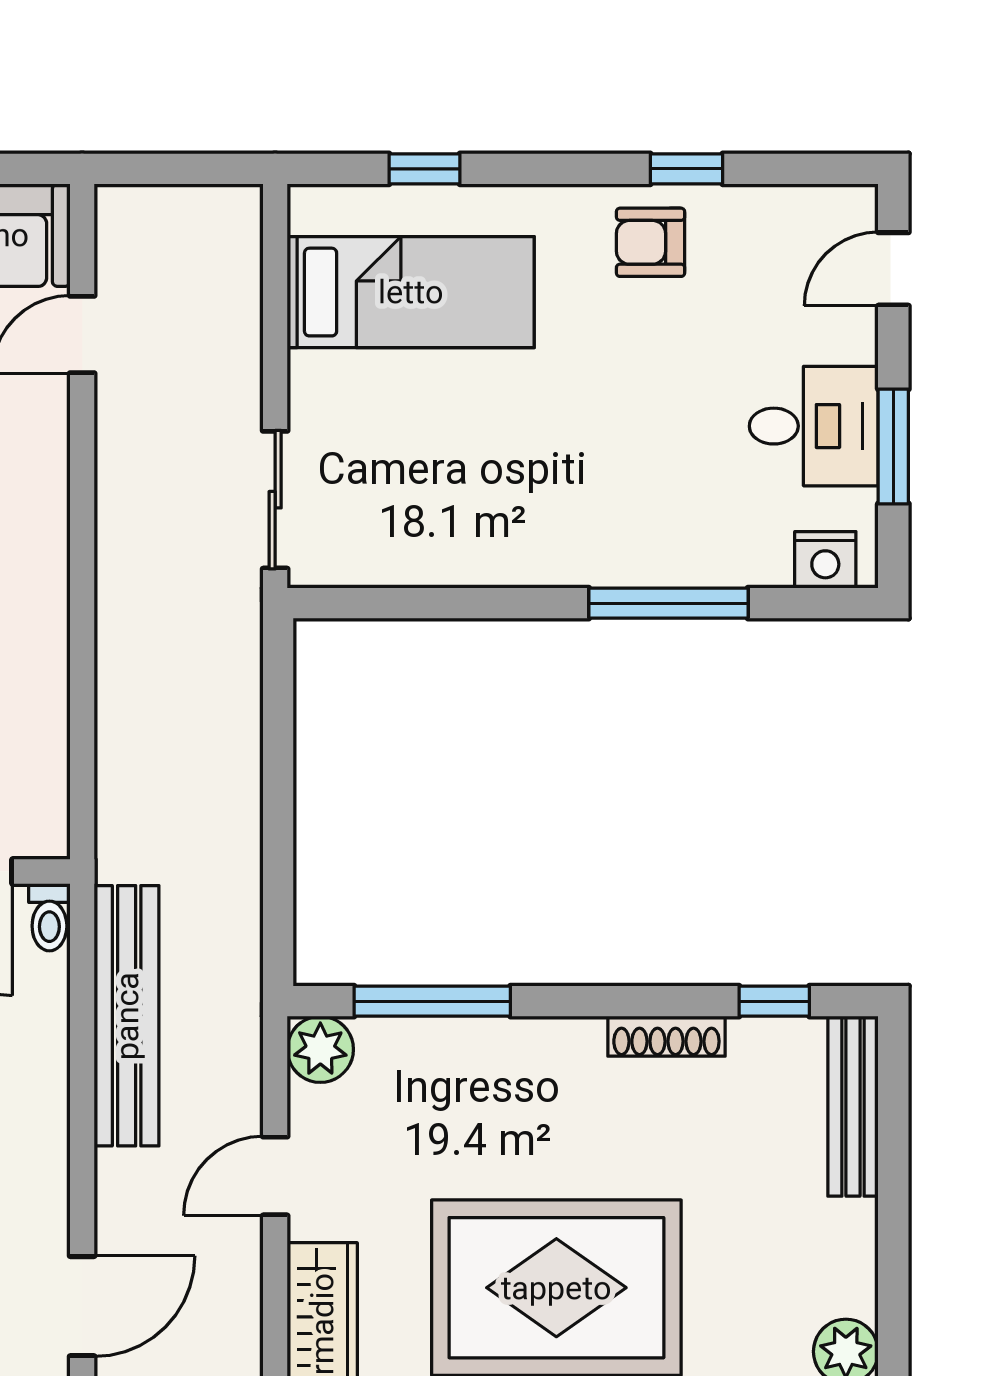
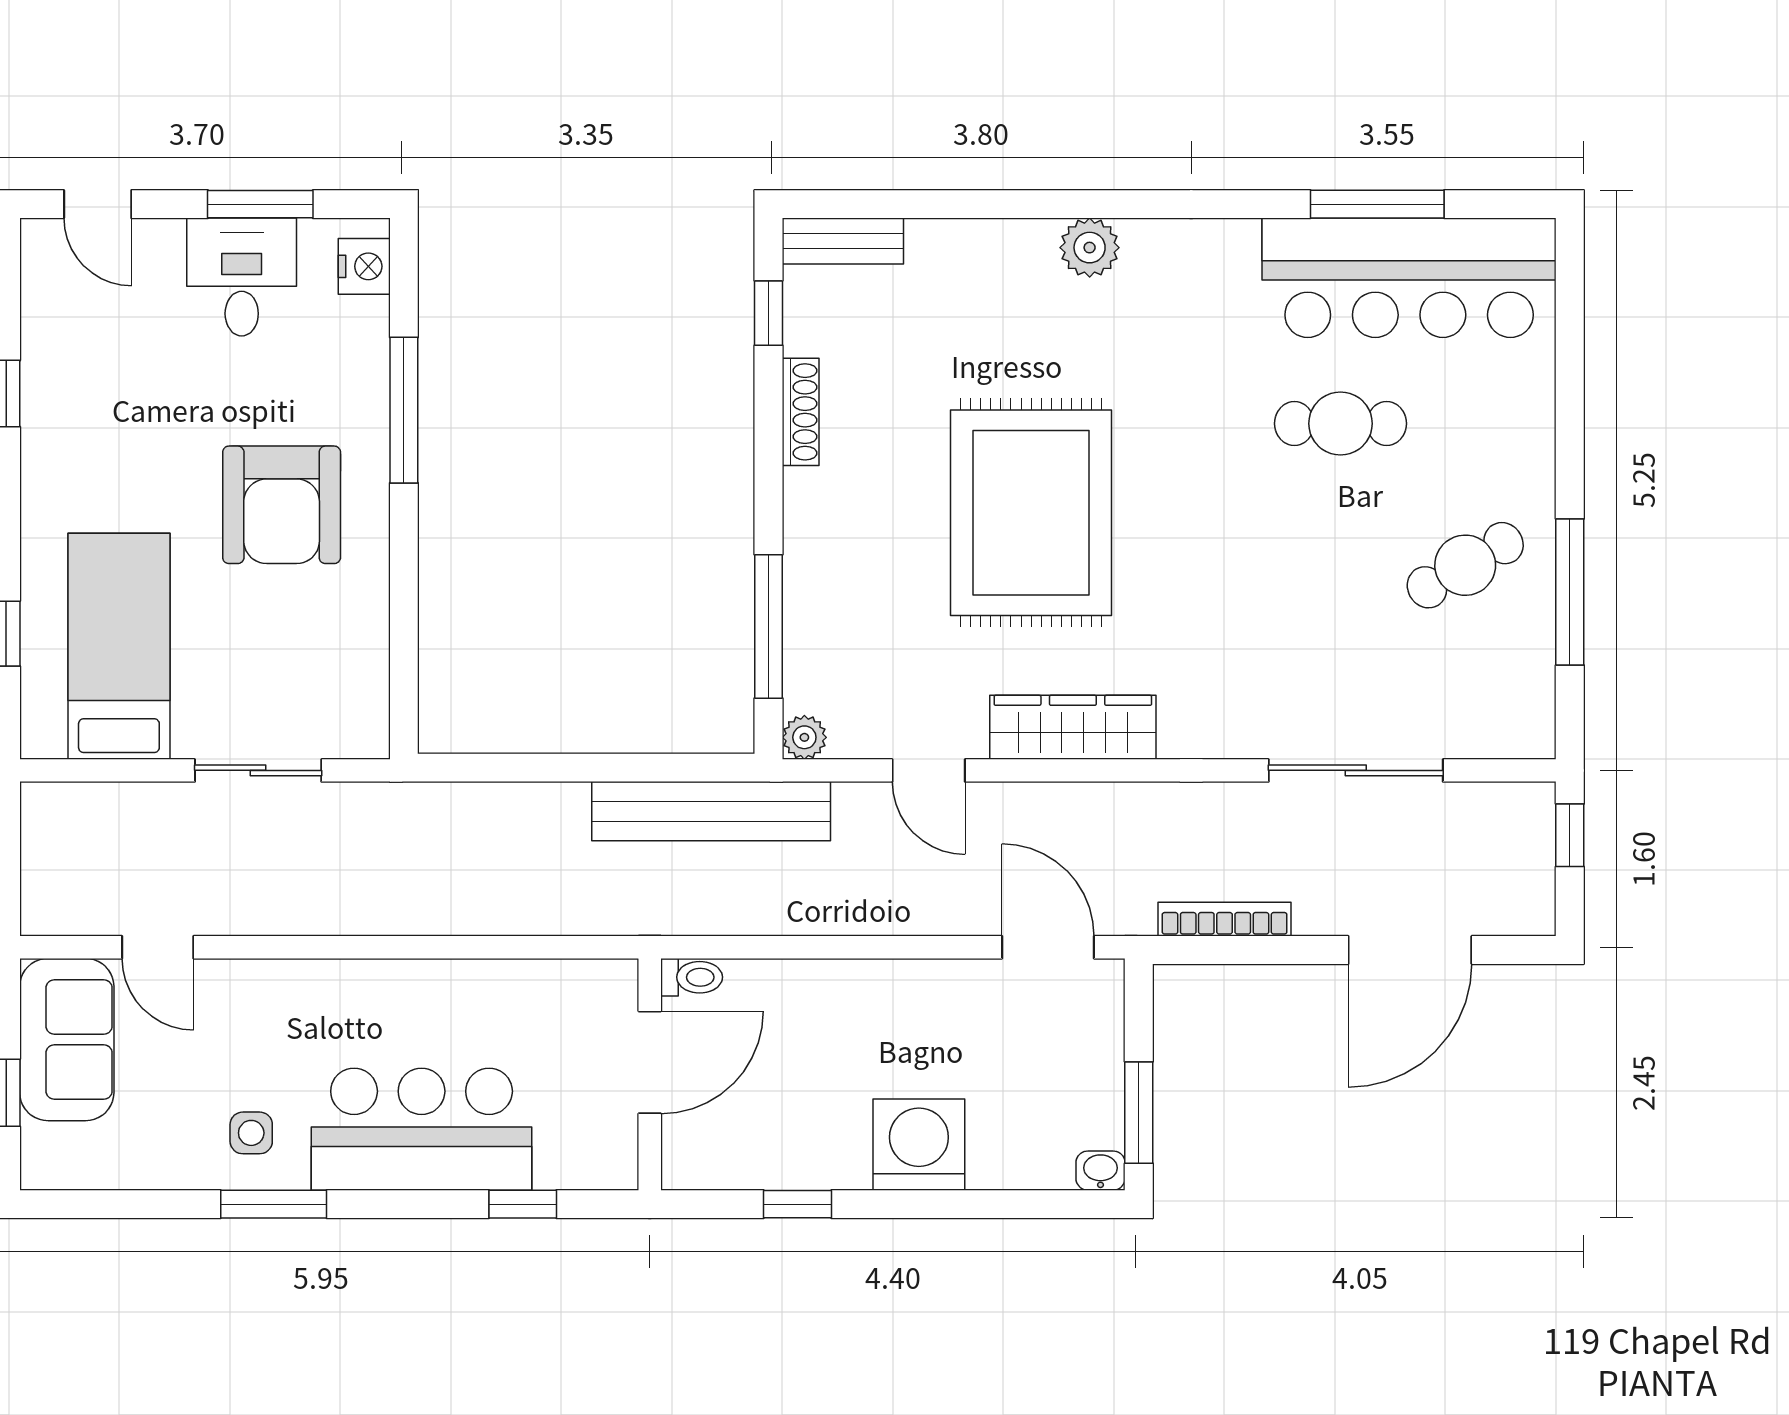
armchair: (651, 242) -> (282, 505), moved, width x1.88, depth x1.88
sliding door: (275, 500) -> (258, 770), moved
bench: (127, 1016) -> (711, 811), moved
plant: (320, 1049) -> (804, 737), width x0.73, depth x0.73
bench: (853, 1106) -> (843, 241), width x0.73

